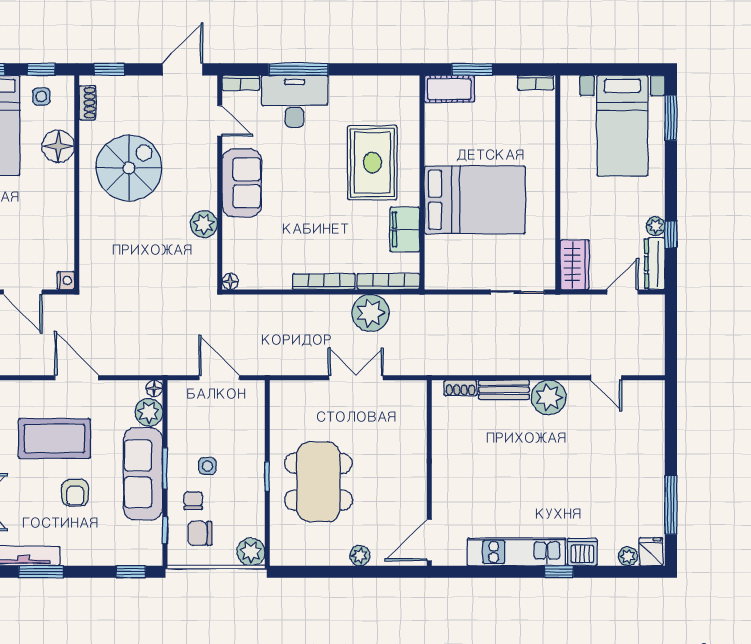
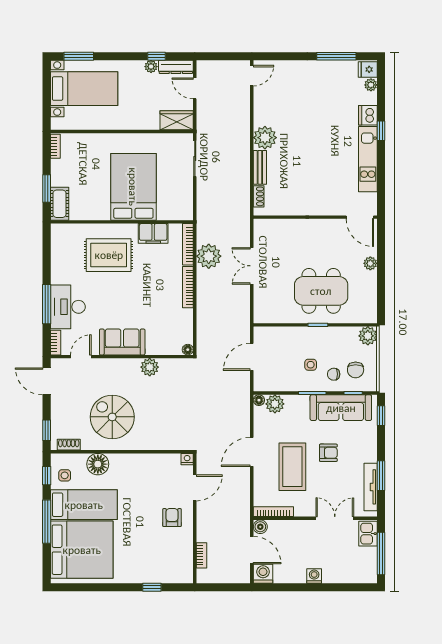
door: (606, 378) -> (252, 76), moved
sofa: (143, 474) -> (341, 408), moved

